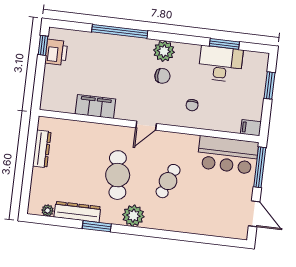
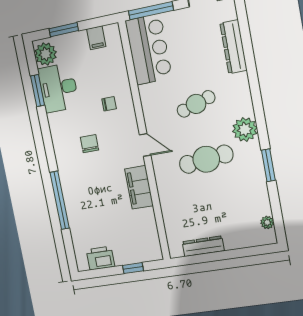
window: (43, 45) -> (133, 268), moved
plant: (164, 51) -> (45, 54), moved
filing cabinet: (95, 106) -> (139, 187), moved
filing cabinet: (251, 128) -> (96, 38), moved
cafe table: (168, 181) -> (196, 104), turned -39
dresser: (77, 212) -> (233, 47), moved

